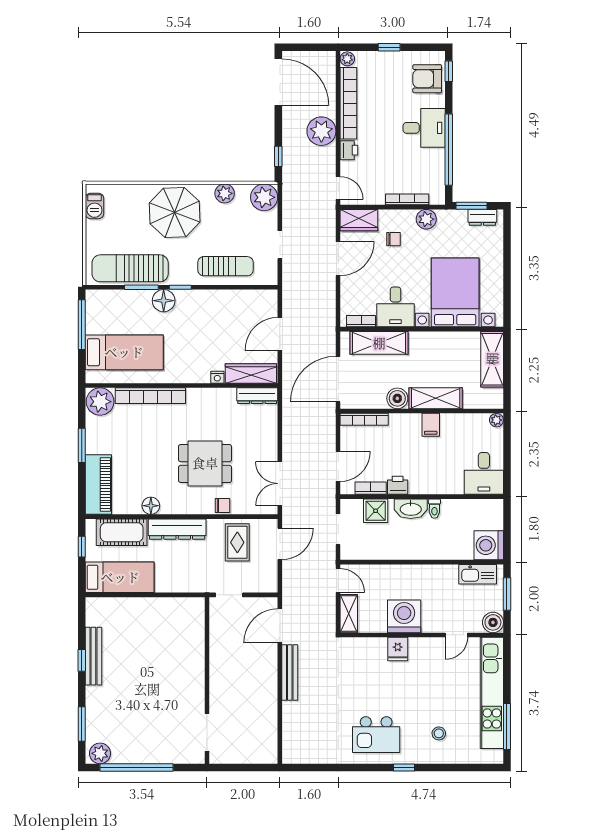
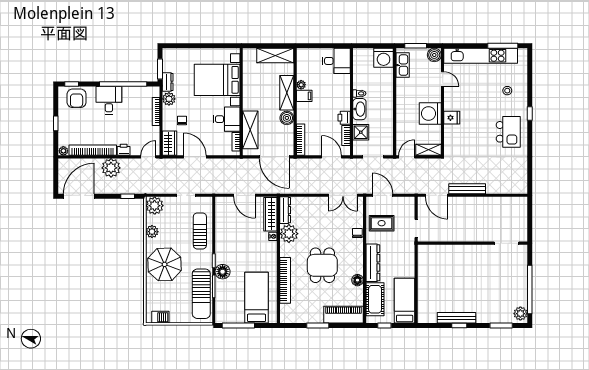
dresser: (482, 217) -> (168, 82), moved
shelving: (492, 359) -> (275, 56), moved
plant: (100, 402) -> (289, 234), moved
plant: (496, 420) -> (301, 85), moved
dining table: (205, 463) -> (322, 265), moved

